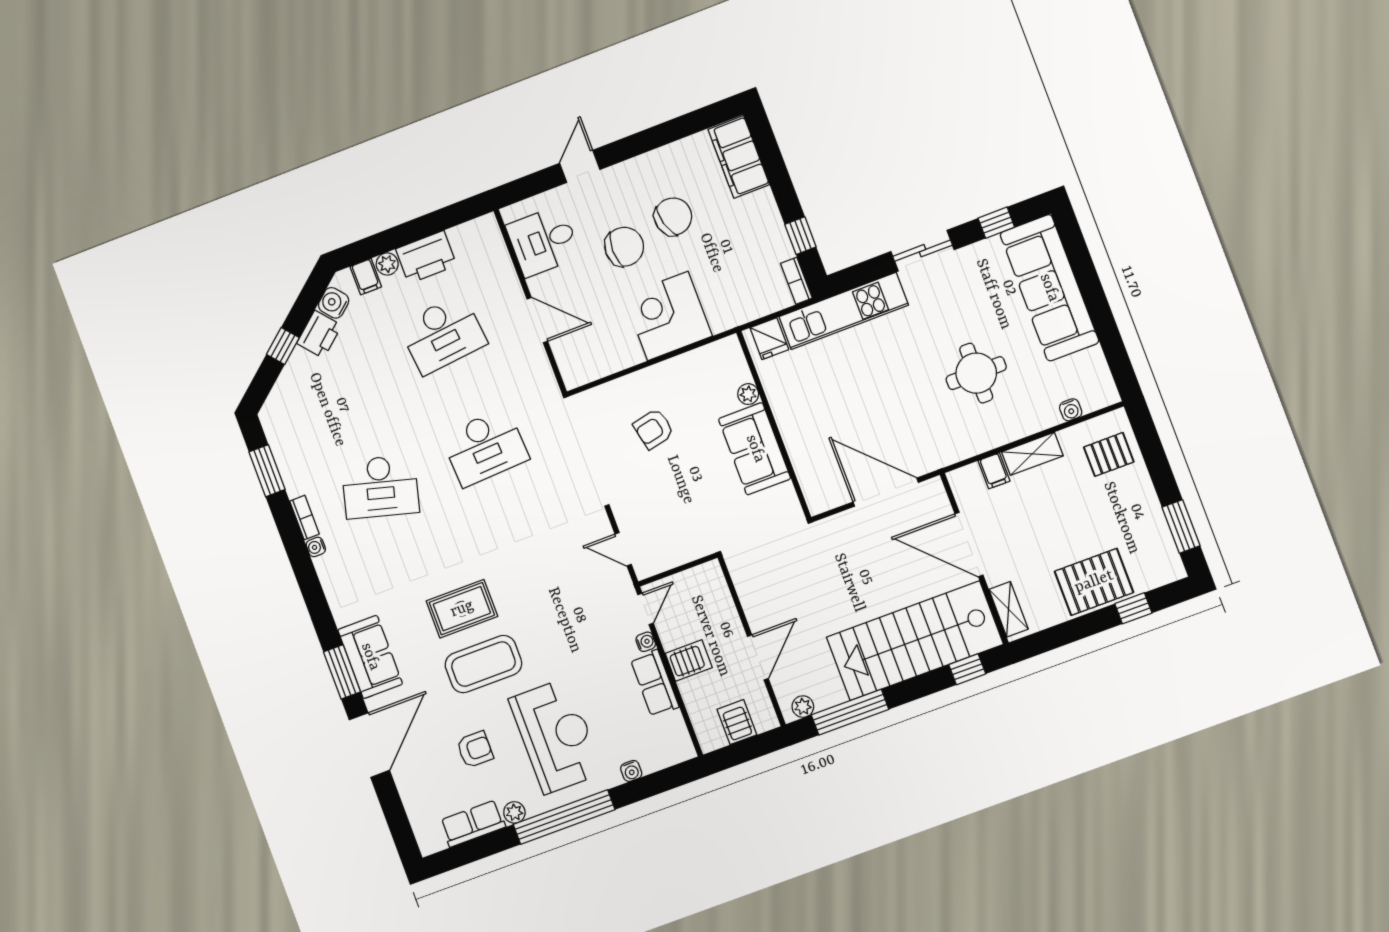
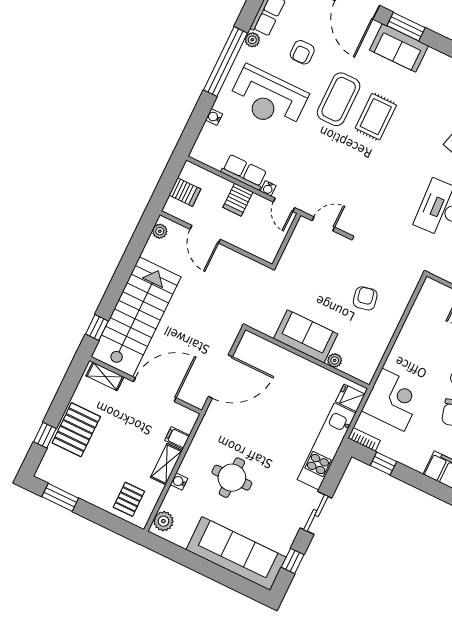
corner desk: (668, 316) -> (393, 400), moved
plant: (1094, 396) -> (163, 521), added
water cooler: (1071, 410) -> (179, 481), moved
window: (850, 712) -> (134, 251), removed

